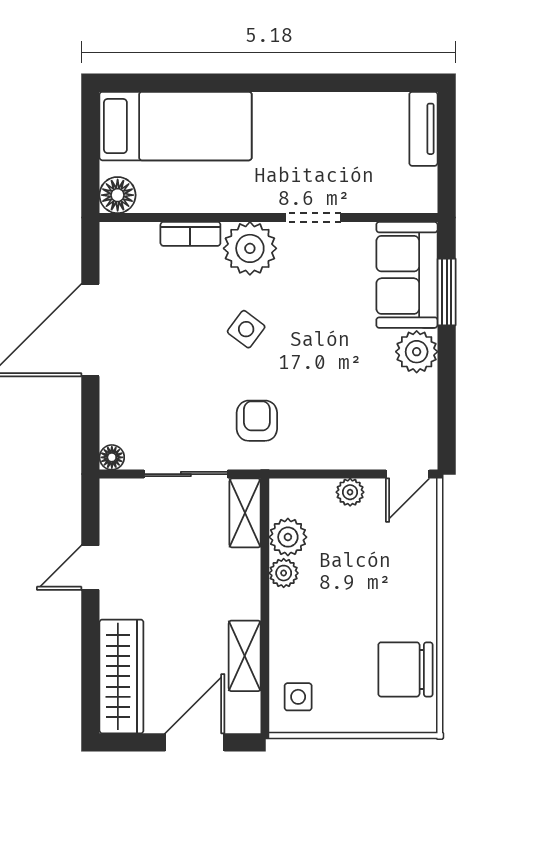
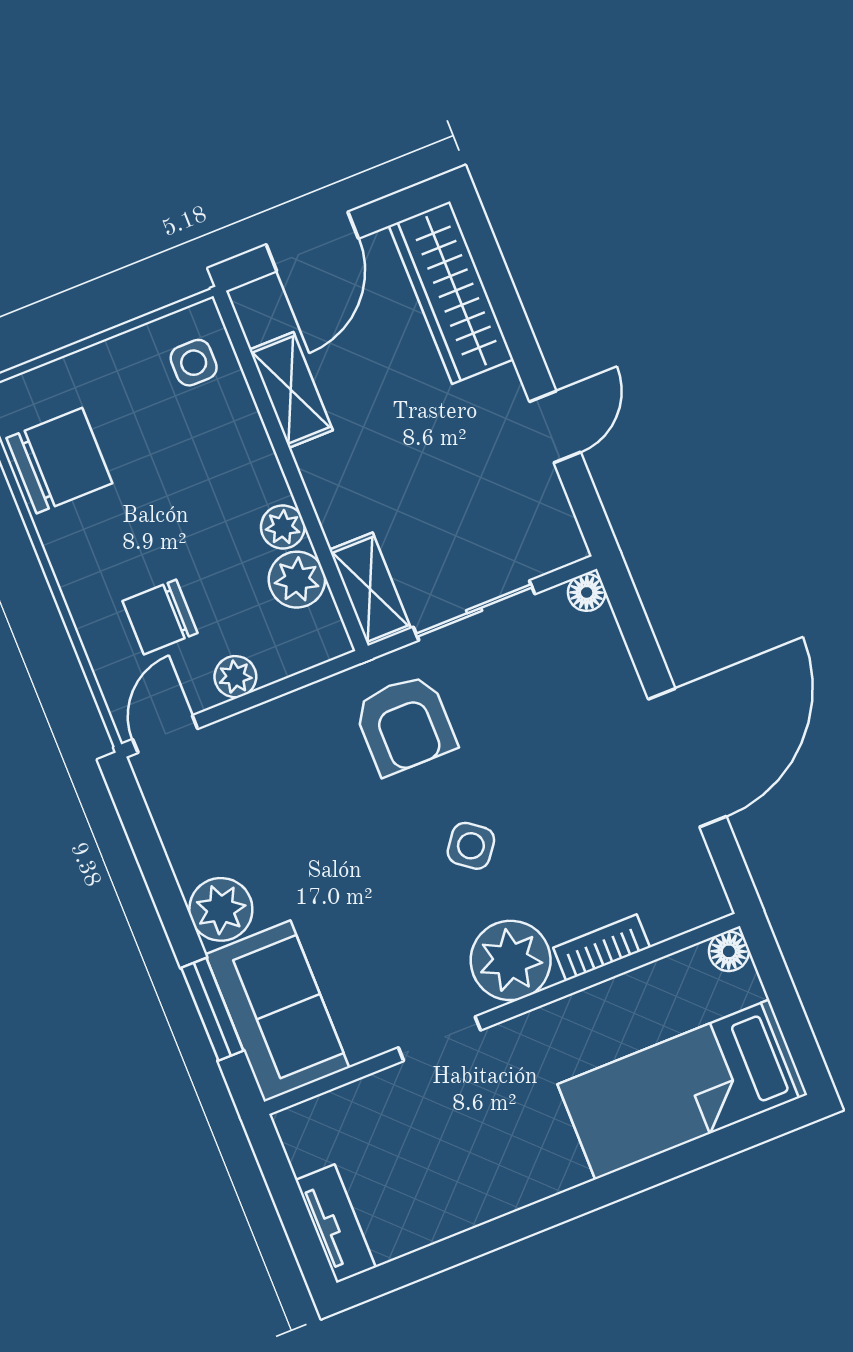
floor lamp: (118, 195) -> (729, 951), width x0.73, depth x0.73
armchair: (257, 421) -> (405, 724), width x1.38, depth x1.38
chair: (382, 548) -> (160, 617), added

